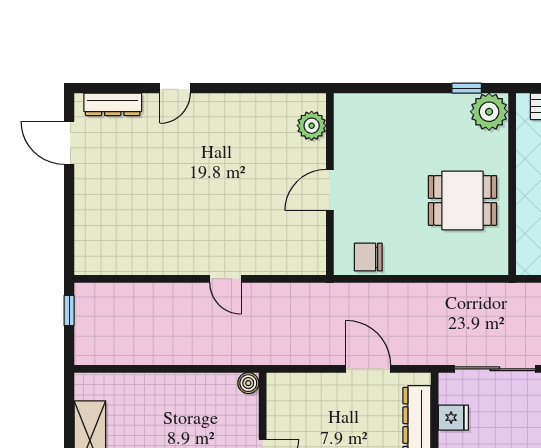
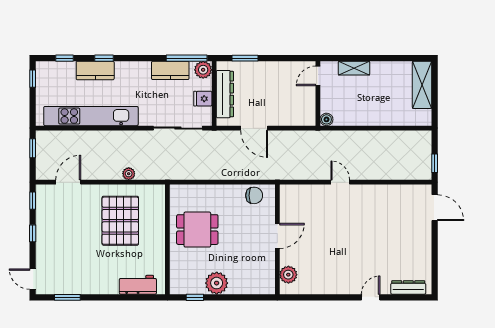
plant: (489, 112) -> (217, 283), moved
door: (69, 143) -> (435, 208), moved

